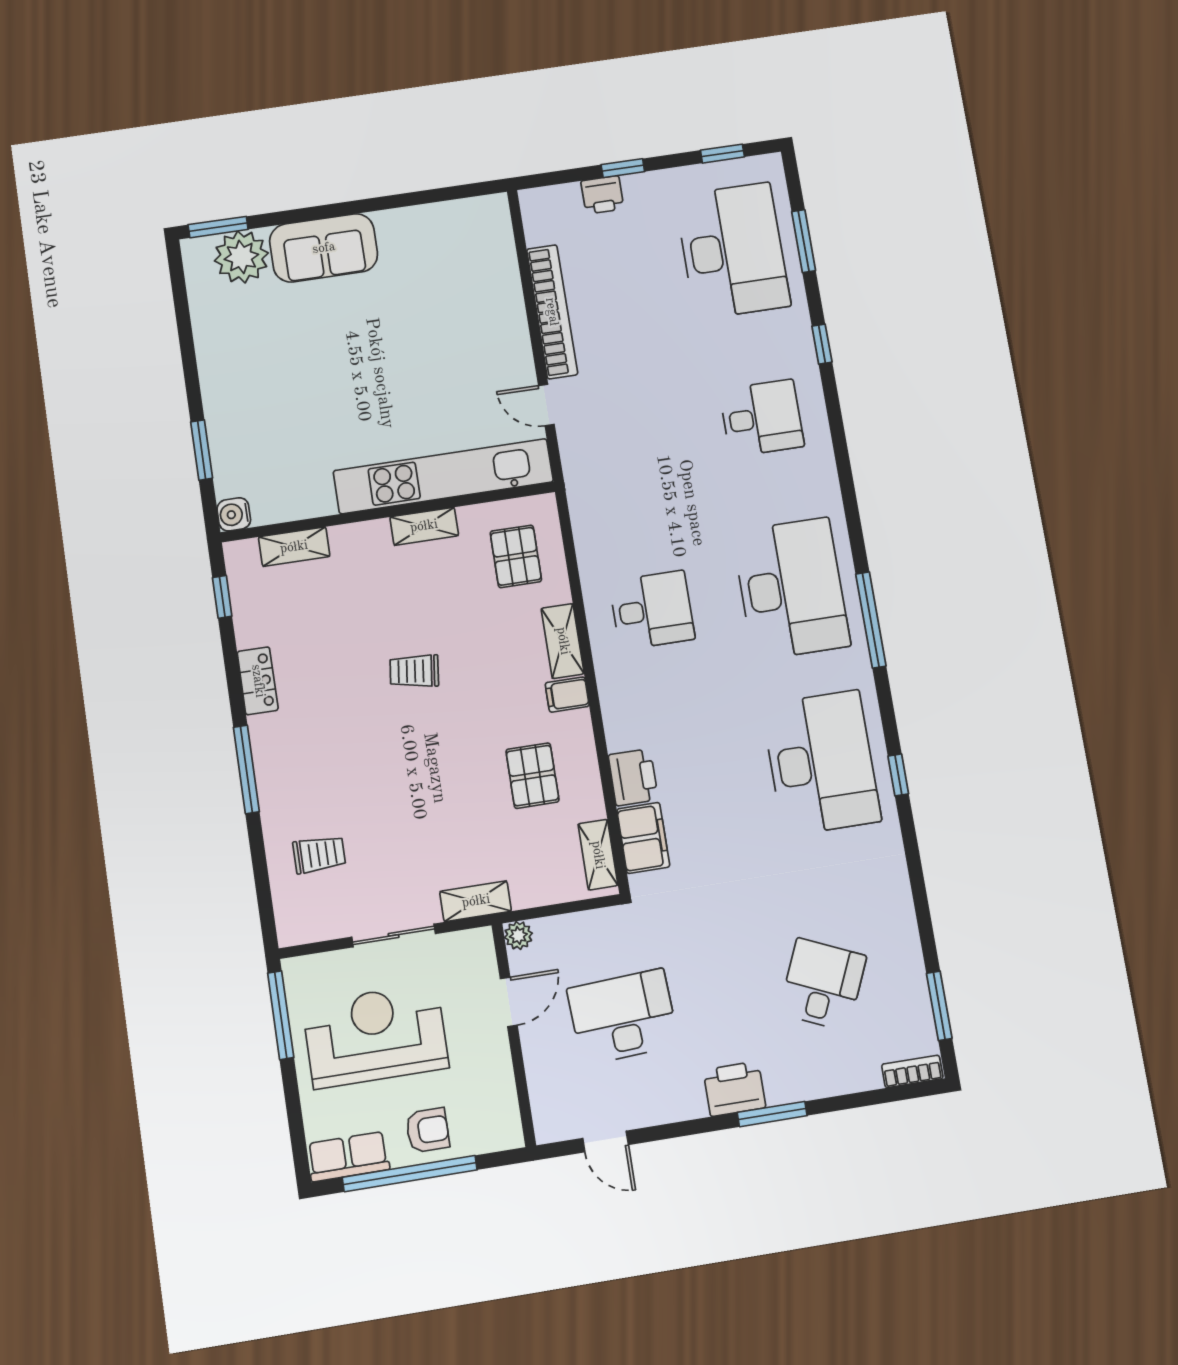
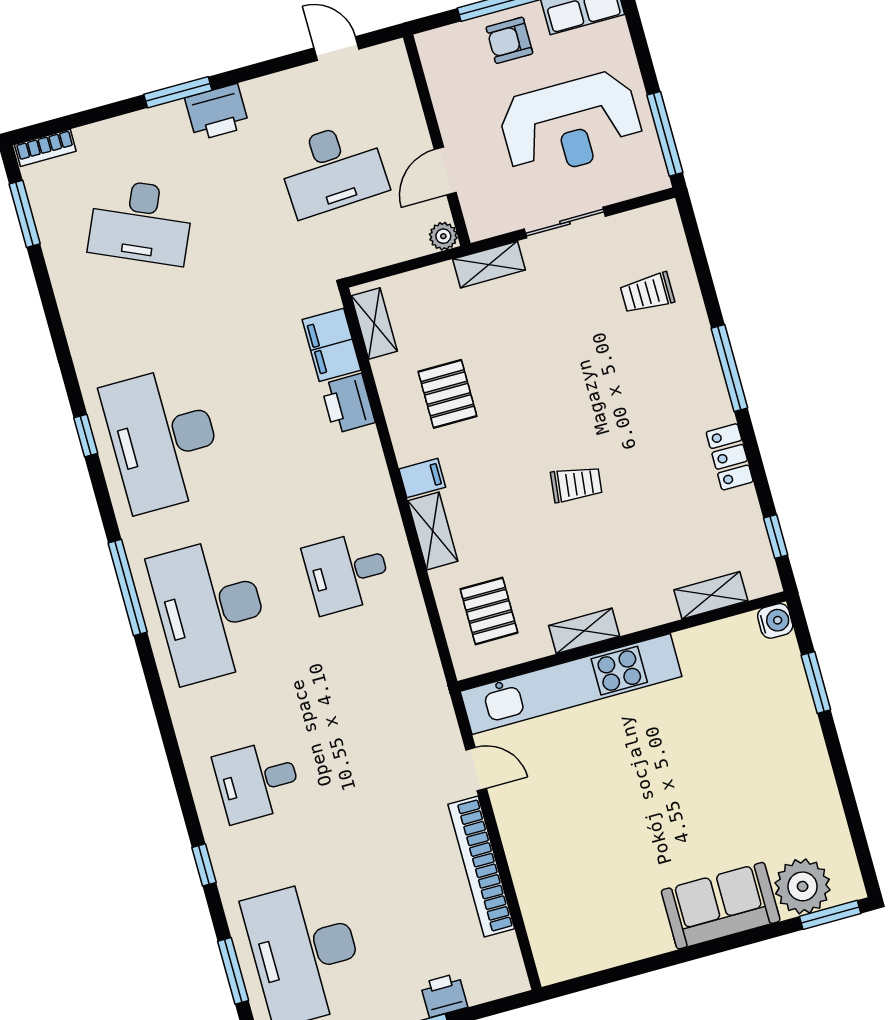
desk: (823, 985) -> (141, 222), width x1.37

